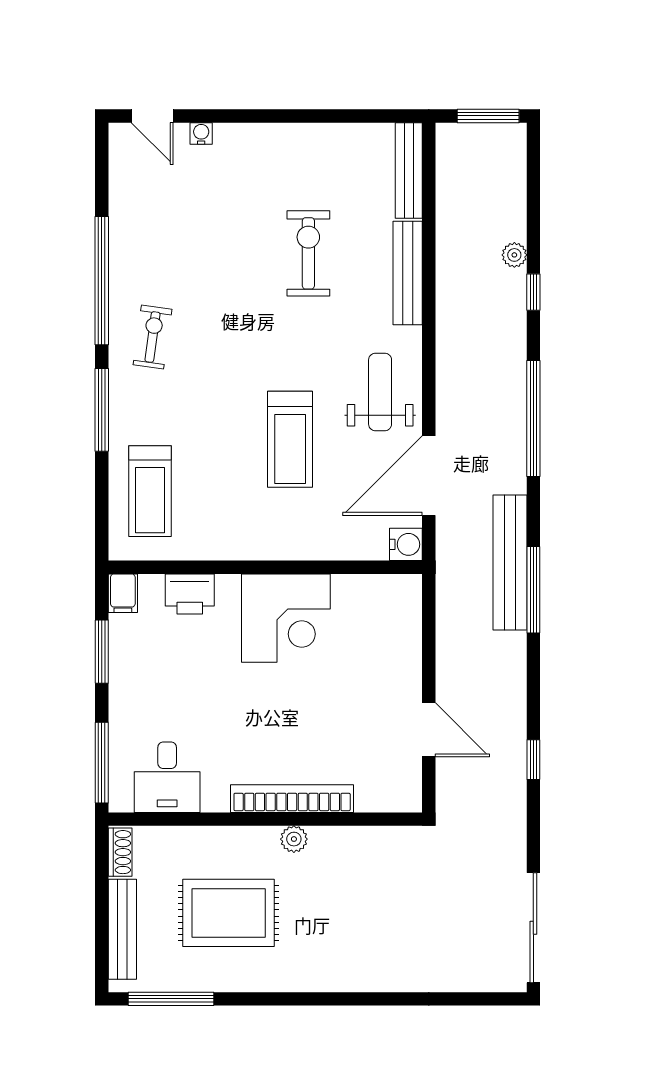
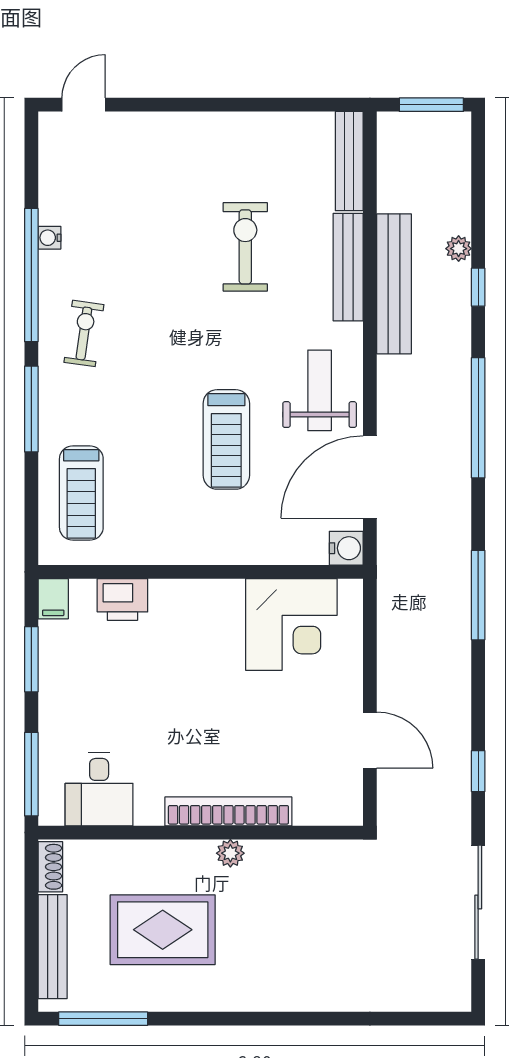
door: (152, 116) -> (84, 105), swing flipped
water cooler: (201, 133) -> (49, 238), moved, turned -90
bench: (510, 562) -> (394, 284), moved
corner desk: (286, 618) -> (291, 624), moved
sliding door: (533, 928) -> (478, 902), moved

